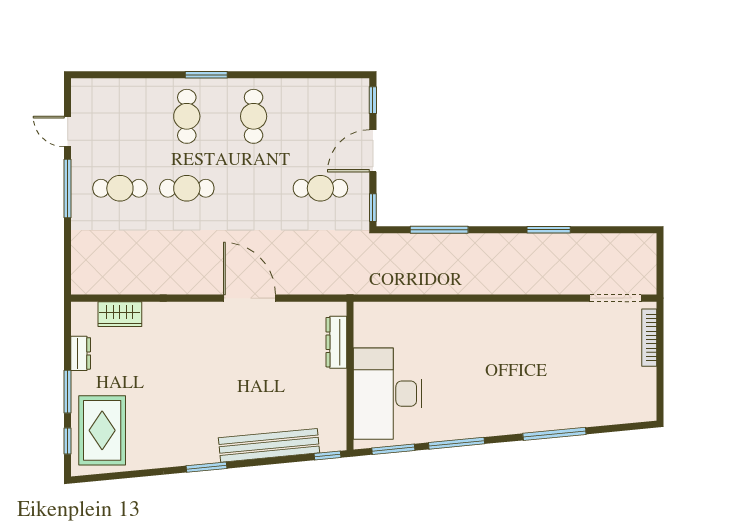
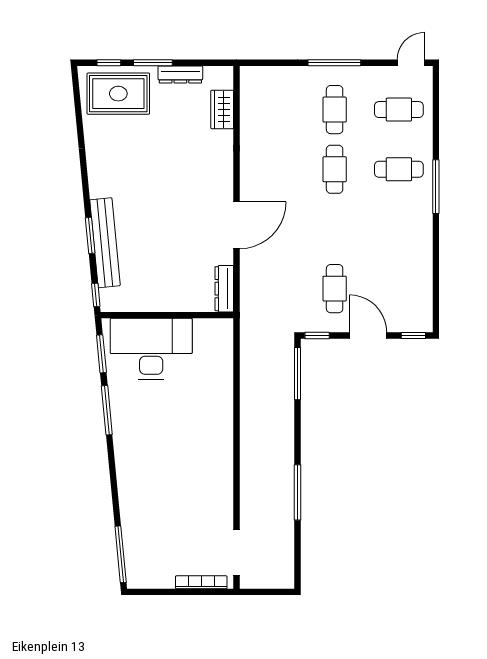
window: (206, 75) -> (436, 187), width x1.44
cafe table: (254, 116) -> (399, 110), moved
door: (68, 132) -> (411, 63), moved
window: (439, 230) -> (298, 374), moved
window: (549, 230) -> (298, 492), width x1.44
dresser: (336, 342) -> (224, 289), moved, turned -90
dresser: (81, 353) -> (180, 74), width x1.44
window: (554, 434) -> (121, 554), moved
window: (207, 467) -> (90, 235), moved

